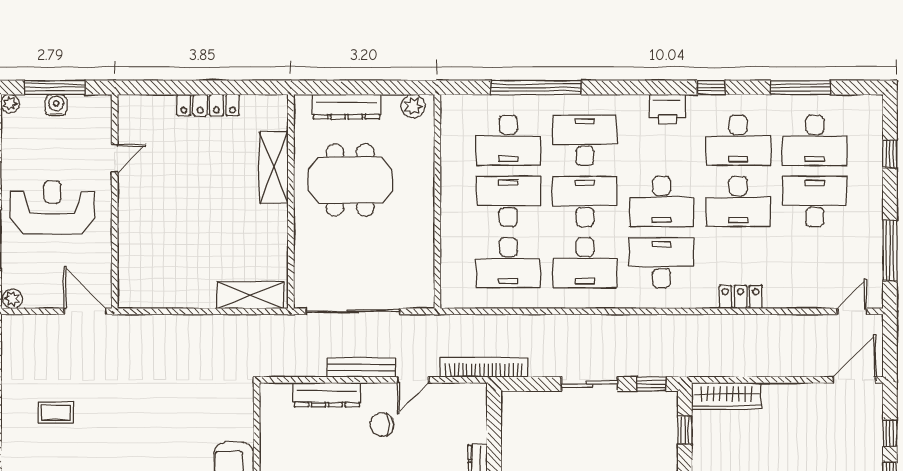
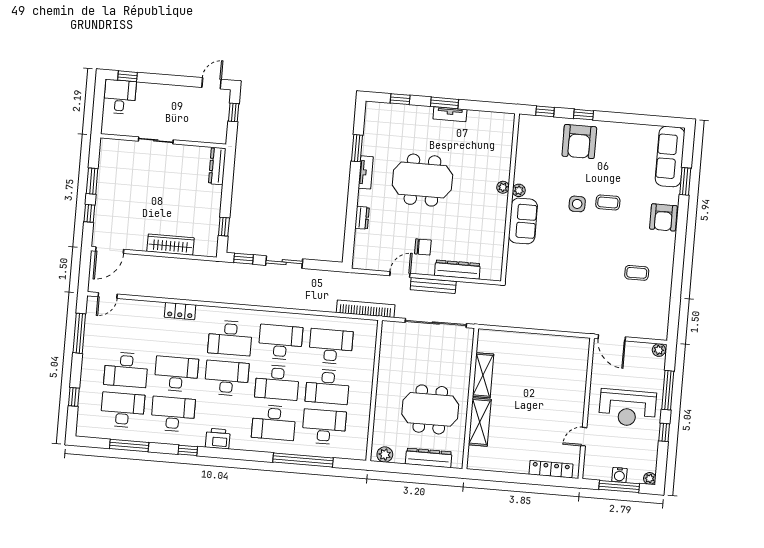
locker: (208, 105) -> (551, 469), moved
shelving: (250, 295) -> (483, 375), moved, turned 90
bookcase: (484, 367) -> (366, 309), moved, turned 180
wardrobe: (727, 396) -> (171, 245), moved

